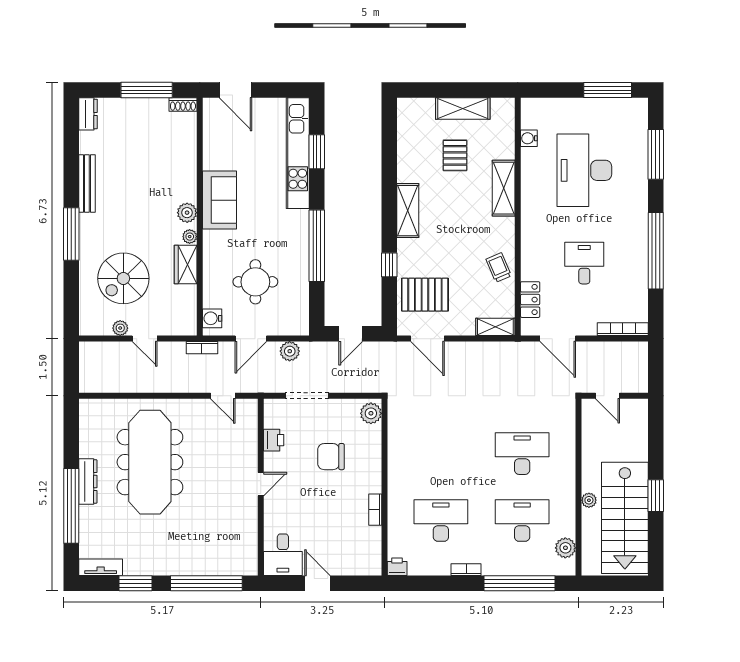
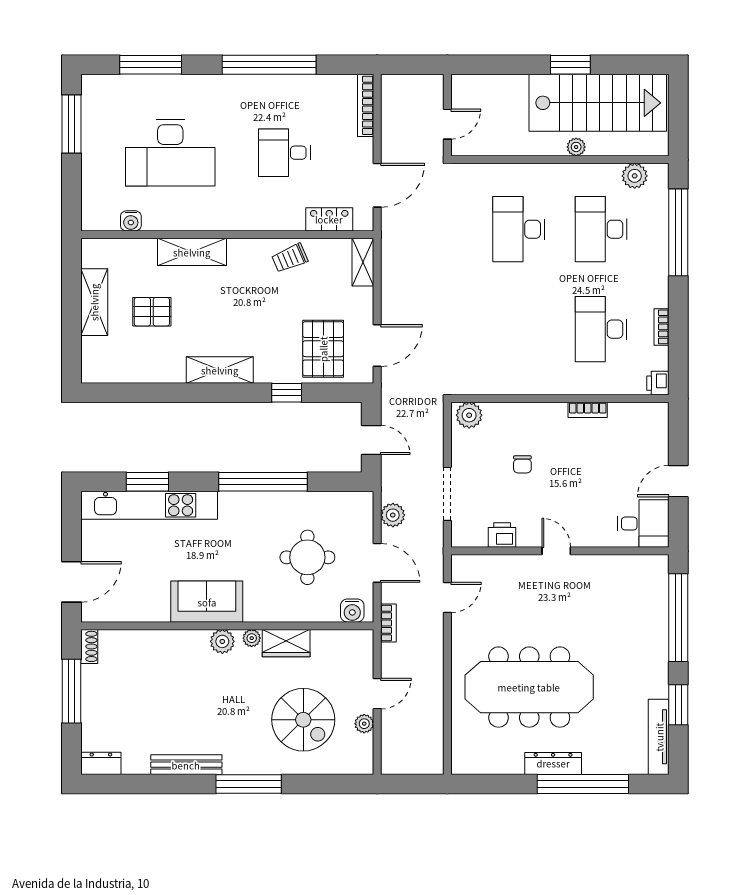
chair: (331, 457) -> (522, 464), width x0.54, depth x0.54
tv unit: (101, 567) -> (659, 737), width x1.41
bookcase: (466, 570) -> (661, 327), moved

